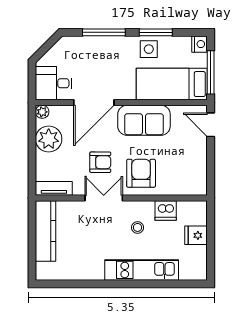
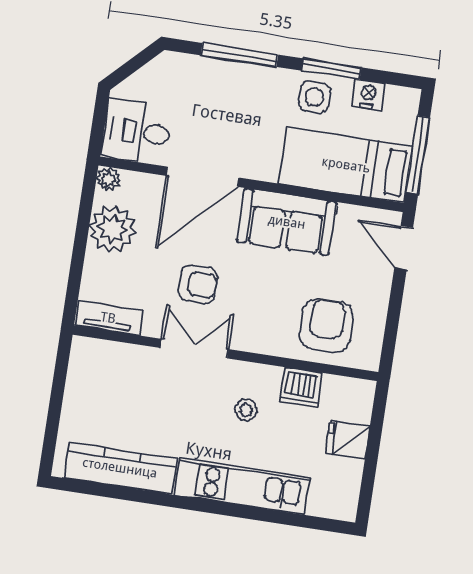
nightstand: (200, 44) -> (368, 95), moved, turned -90
armchair: (141, 173) -> (326, 325), moved
kitchen counter: (46, 231) -> (120, 468), moved, turned -90

